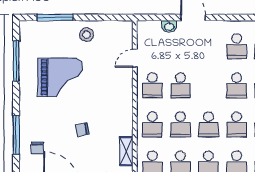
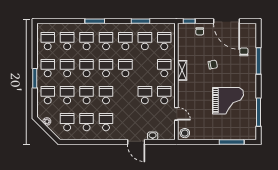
stool: (87, 35) -> (185, 133), moved
door: (135, 58) -> (176, 114), hinge flipped
grand piano: (60, 77) -> (228, 101), turned 180
school desk: (180, 124) -> (145, 68), removed
shelving: (126, 151) -> (182, 70), moved

